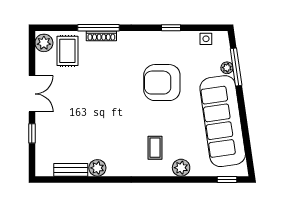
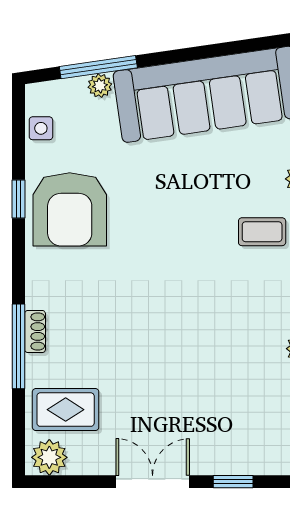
shoe rack: (101, 36) -> (35, 332), width x0.70
armchair: (162, 83) -> (70, 209), moved

